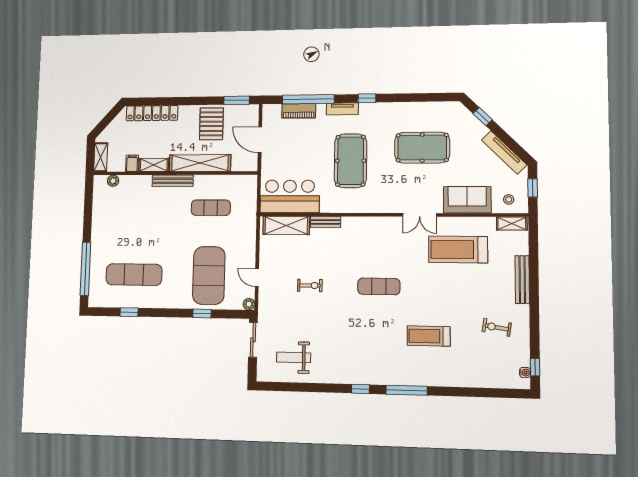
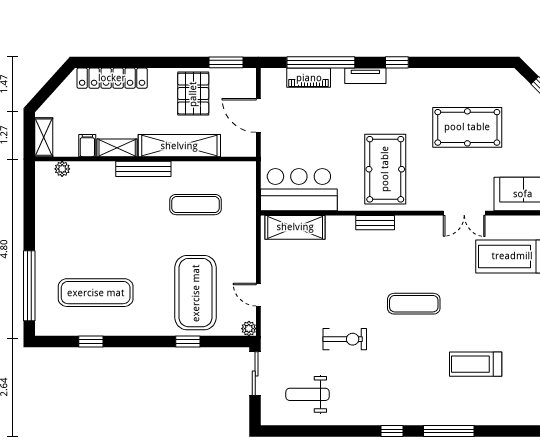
pool table: (351, 161) -> (385, 169), moved
bench: (326, 222) -> (375, 223), moved
exercise bike: (310, 285) -> (345, 339), moved, width x1.38, depth x1.39

